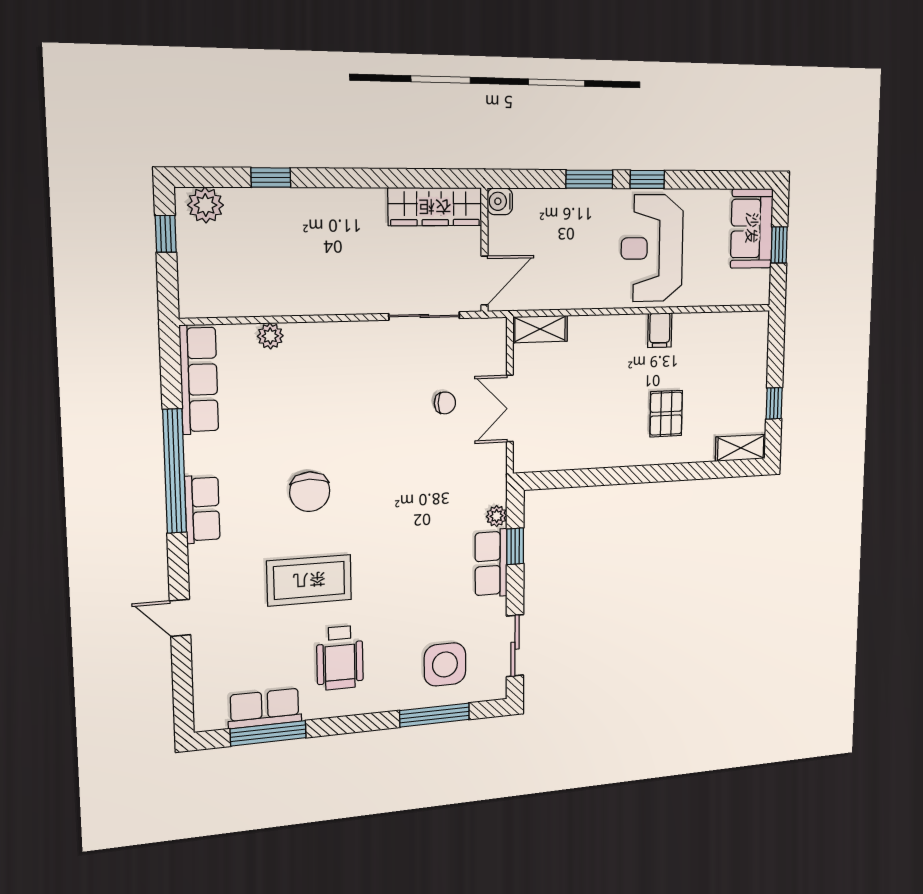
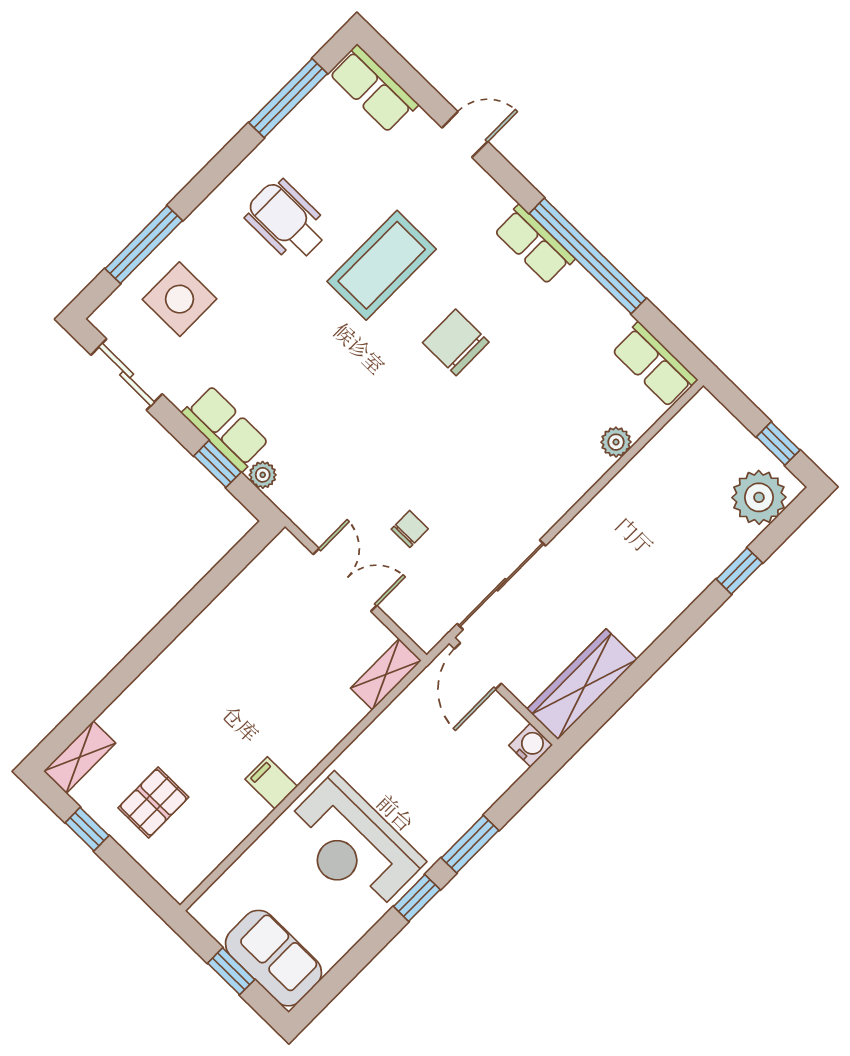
plant: (206, 205) -> (759, 497), width x1.36, depth x1.36
reception desk: (652, 248) -> (352, 845), turned 180
sliding door: (424, 316) -> (501, 585), width x1.37
row of seats: (199, 380) -> (654, 365), width x0.68
chair: (445, 403) -> (410, 529), turned 180
pallet: (666, 414) -> (153, 803), moved, turned 90
row of seats: (265, 708) -> (374, 89), moved, turned 90

